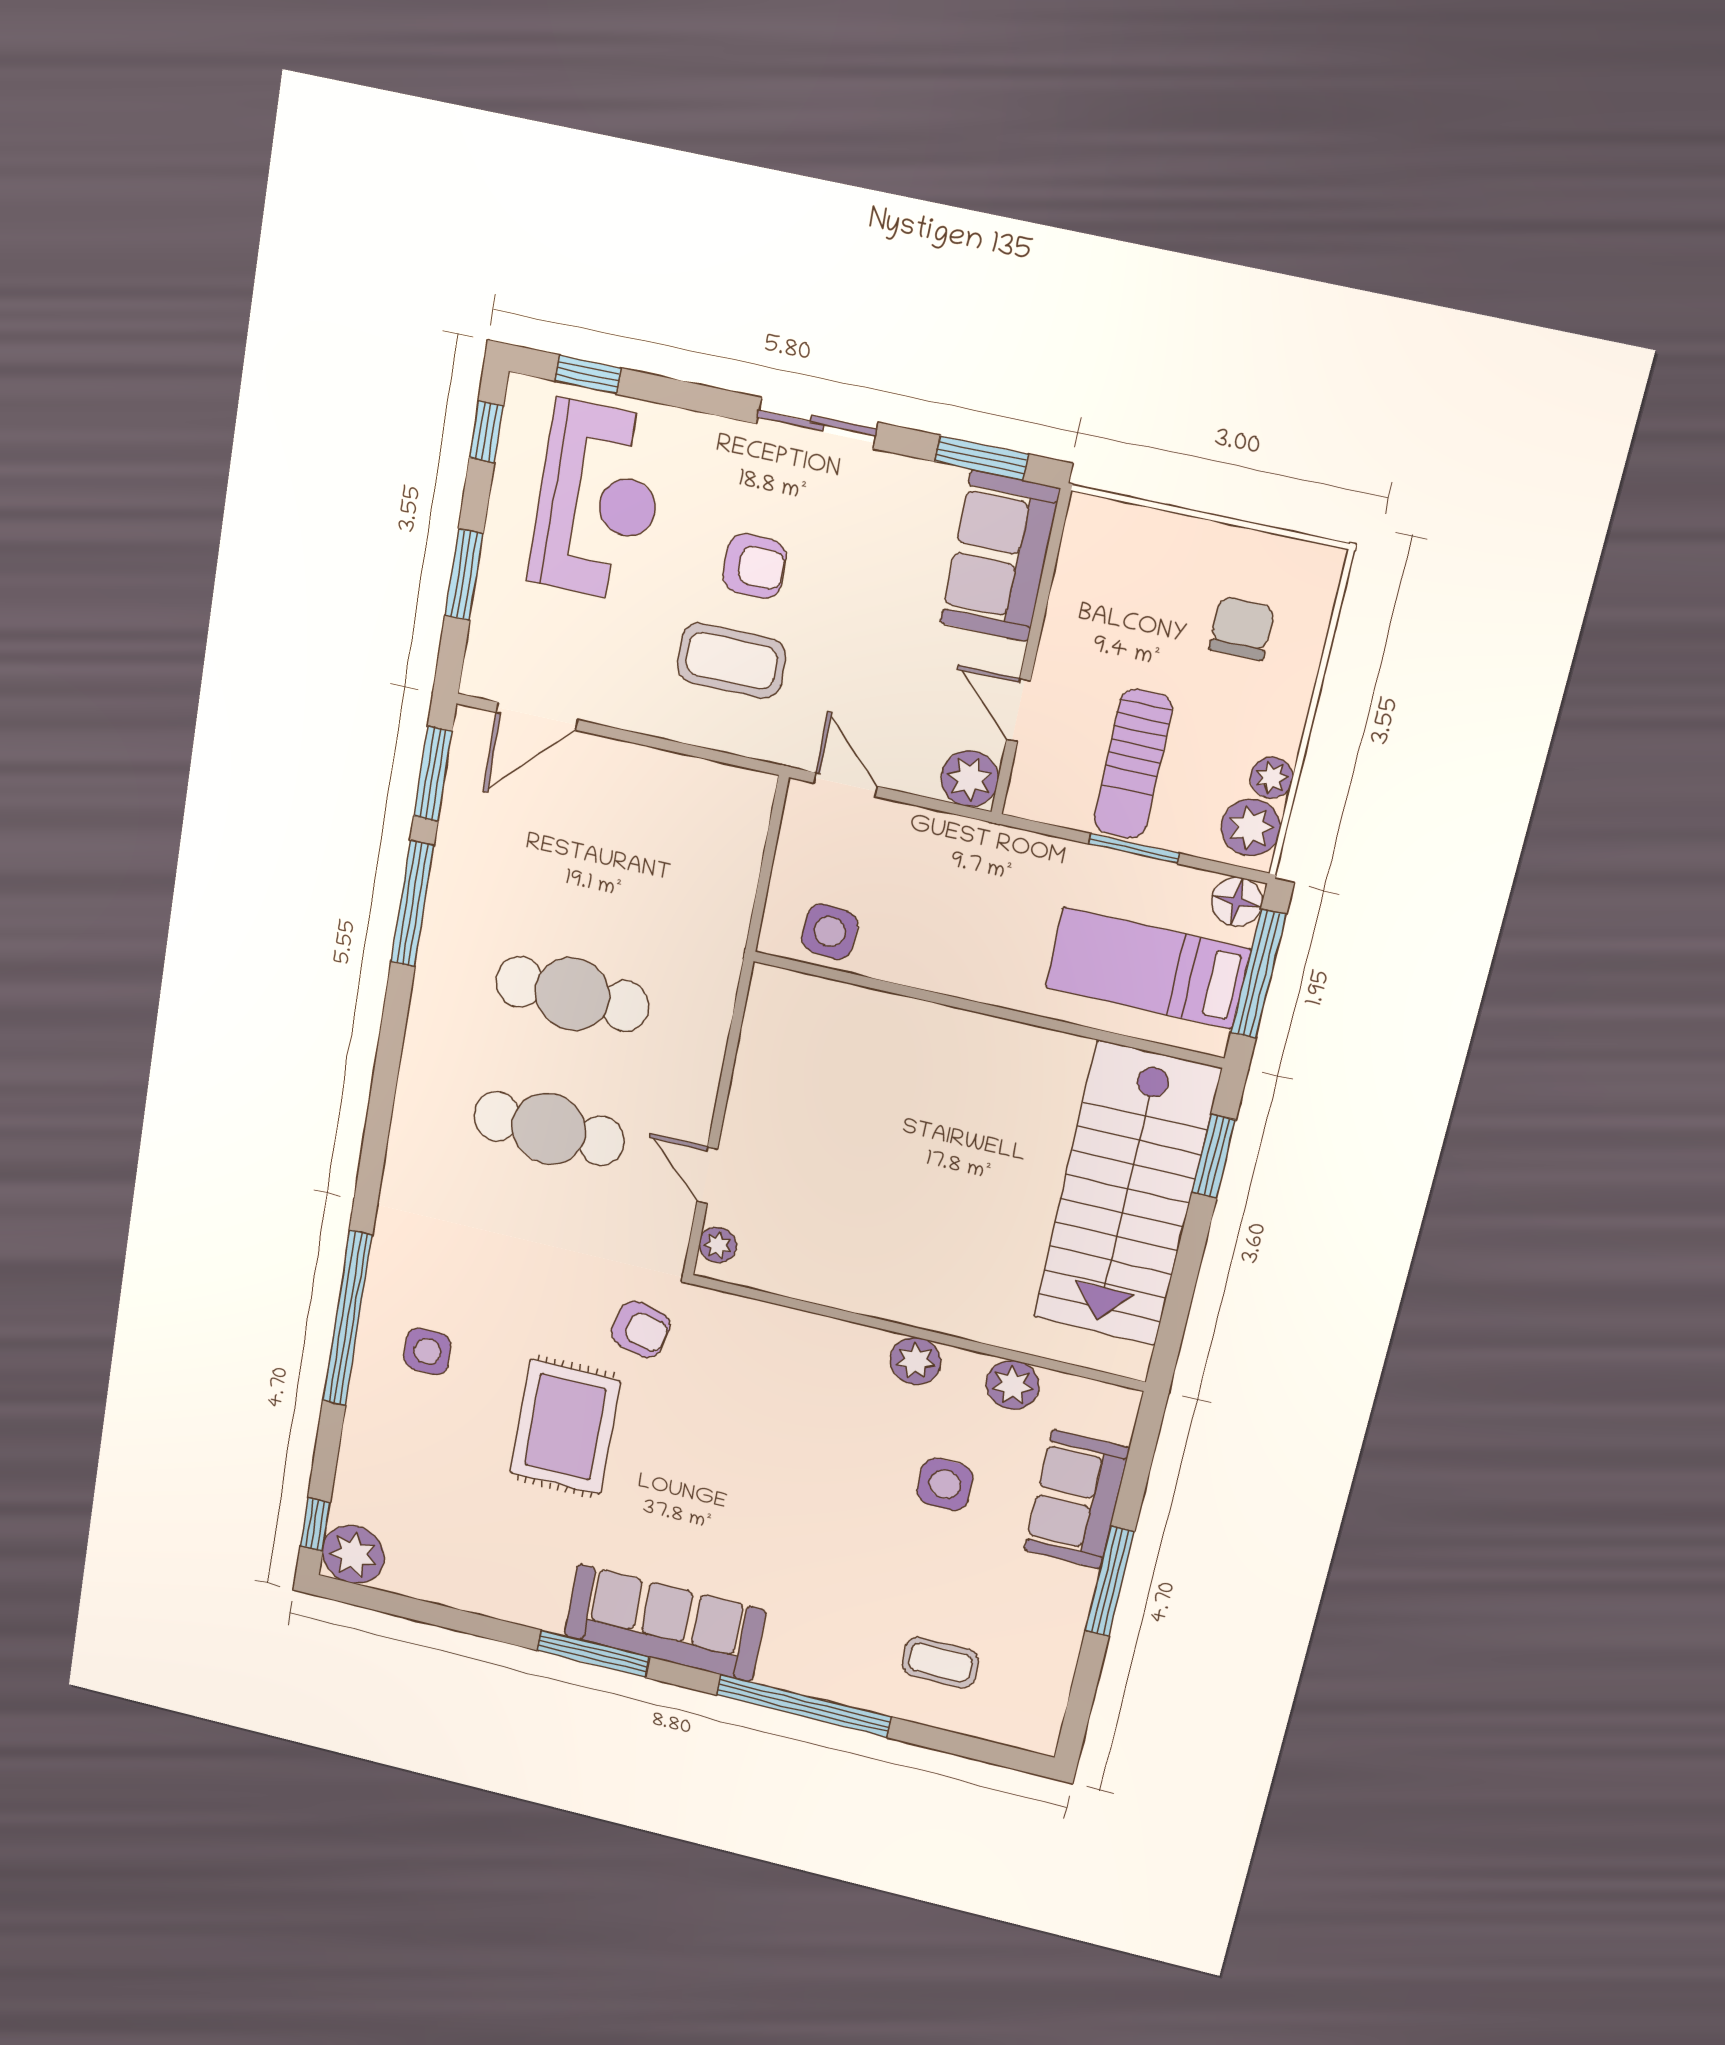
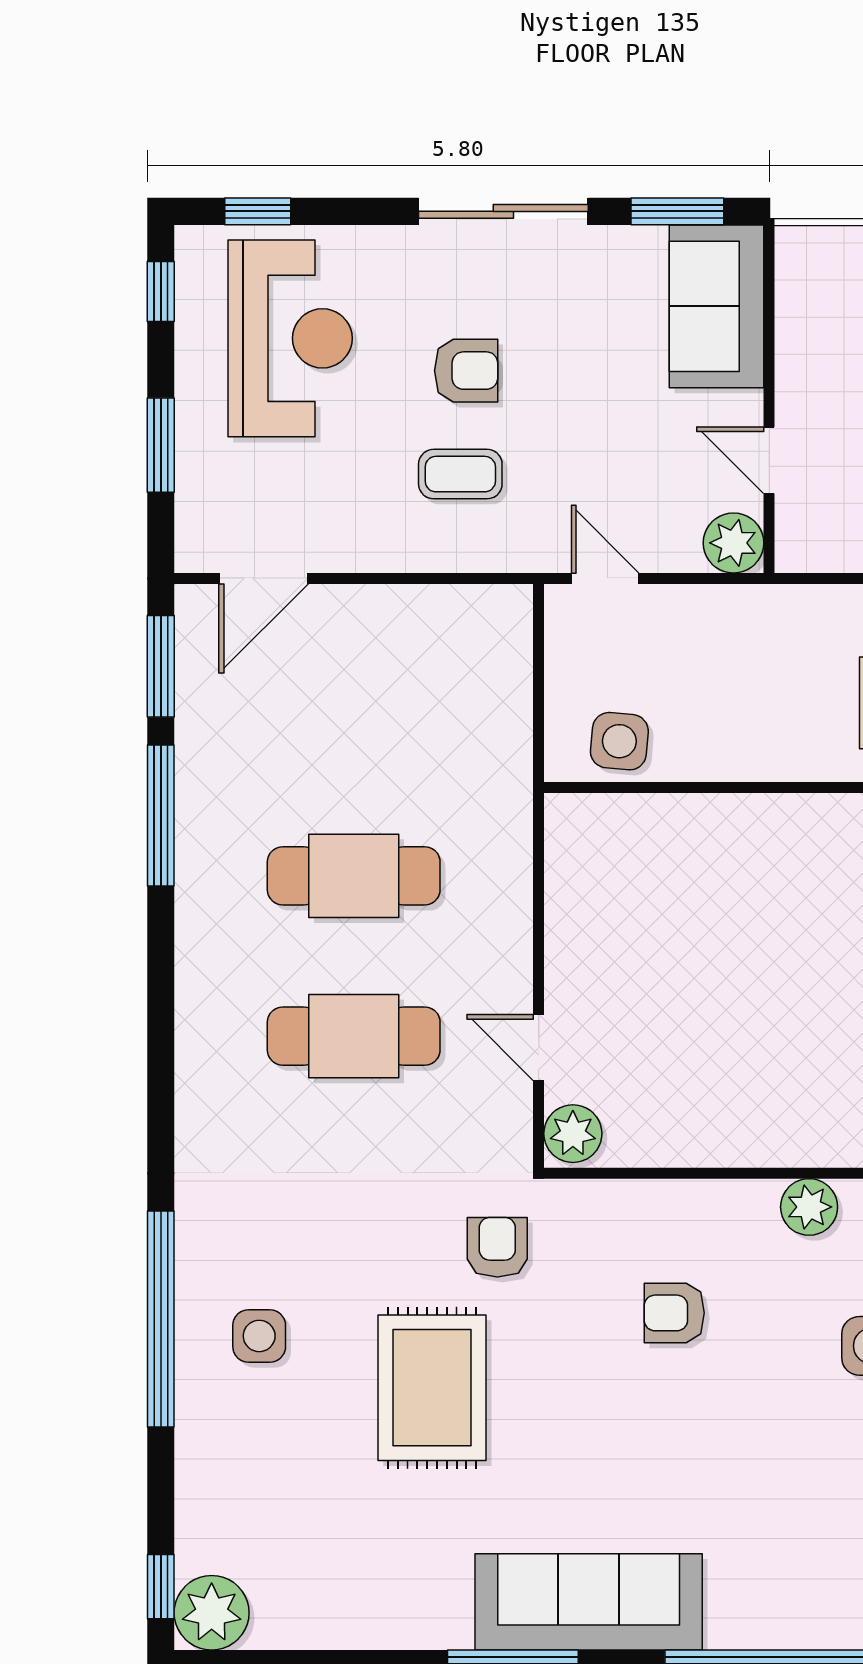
sliding door: (817, 423) -> (503, 211), width x1.37
coffee table: (731, 661) -> (460, 474), width x0.73, depth x0.77
plant: (718, 1245) -> (573, 1134), width x1.38, depth x1.38
armchair: (641, 1329) -> (497, 1247), turned -104
armchair: (782, 1418) -> (674, 1313), added

